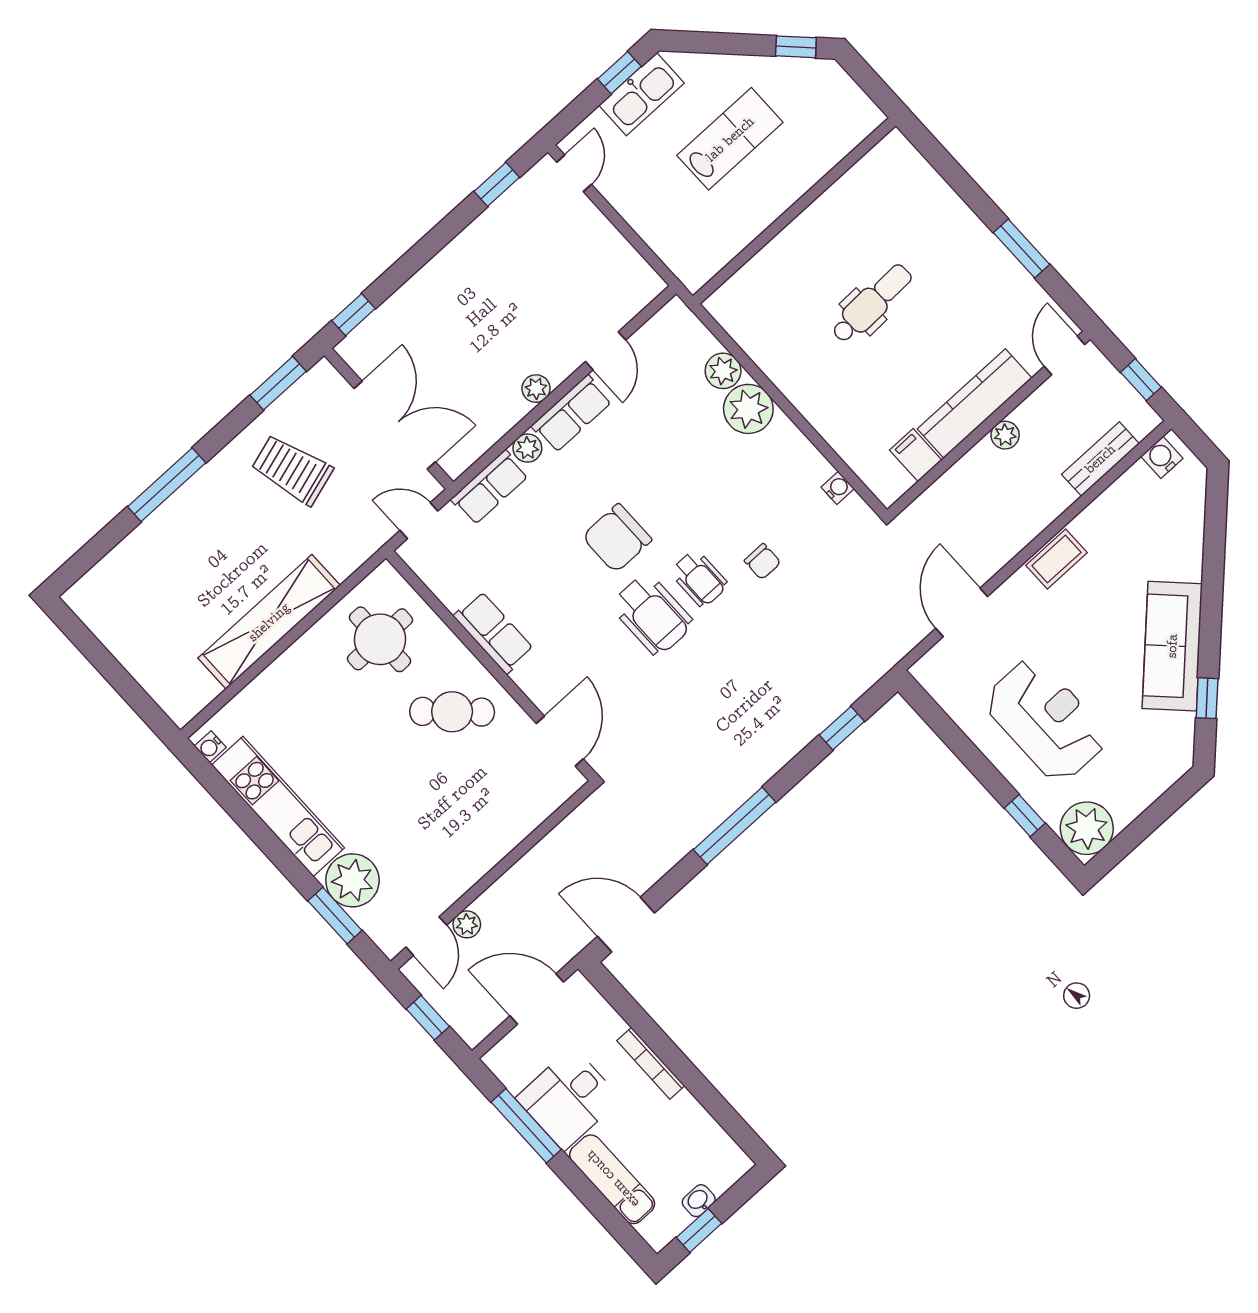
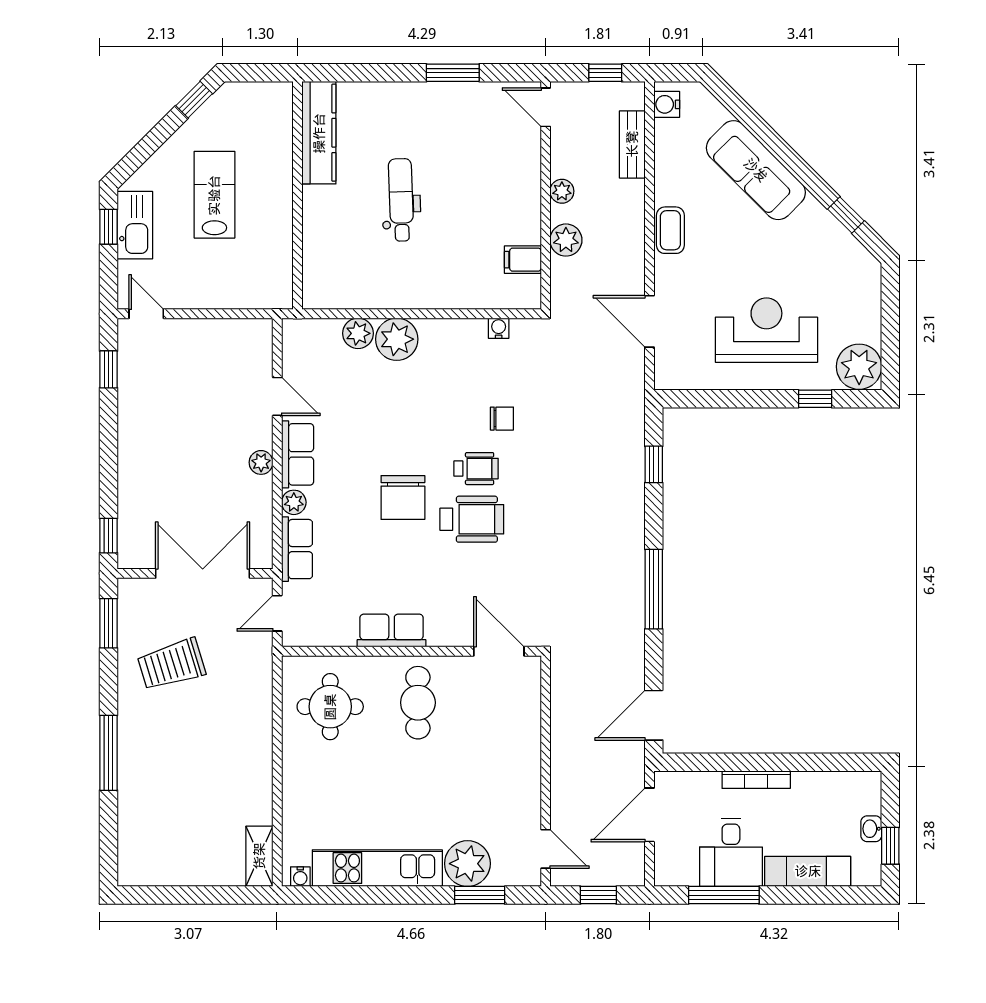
kitchen counter: (975, 403) -> (319, 133), moved, turned 180
shelving: (269, 622) -> (259, 856), moved, width x0.45, depth x0.75
sofa: (1172, 646) -> (756, 170), moved
cafe table: (452, 712) -> (418, 703), turned -43
plant: (467, 924) -> (566, 240), moved, width x1.38, depth x1.38

